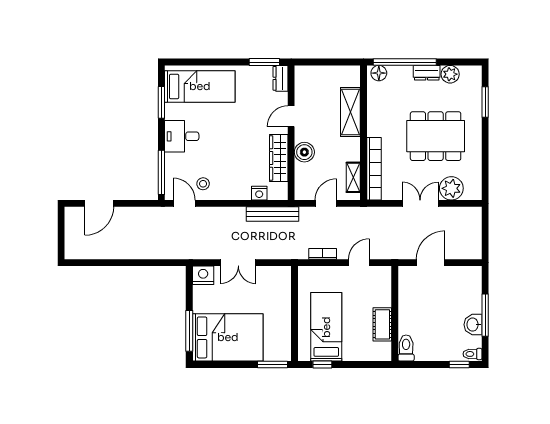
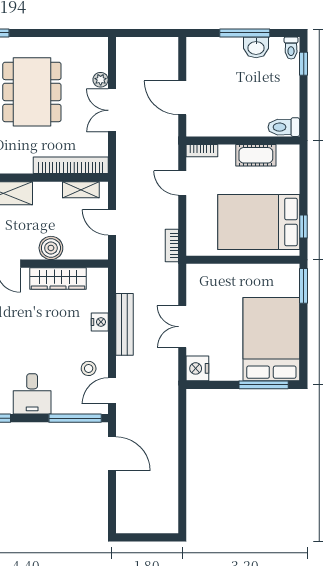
plant: (451, 188) -> (101, 80), width x0.53, depth x0.53
nightstand: (259, 193) -> (100, 322), moved
door: (99, 203) -> (112, 454), moved
bench: (273, 214) -> (125, 324), moved
bookcase: (323, 254) -> (172, 245), moved
double door: (238, 263) -> (182, 327), swing flipped
bookcase: (386, 279) -> (202, 151), added
bed: (326, 327) -> (259, 222), width x1.50

